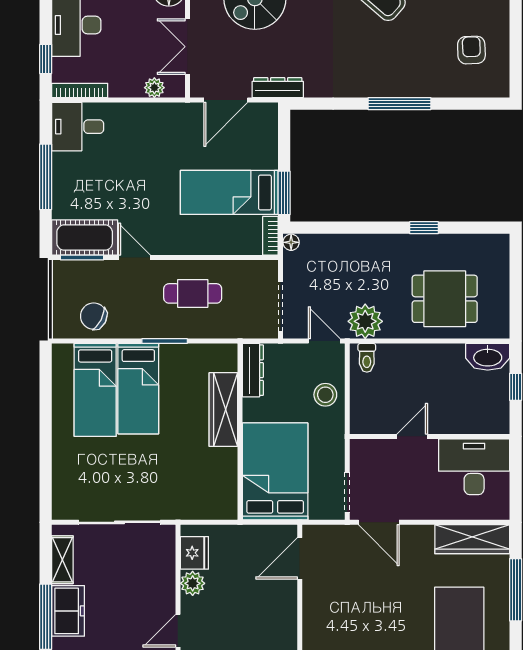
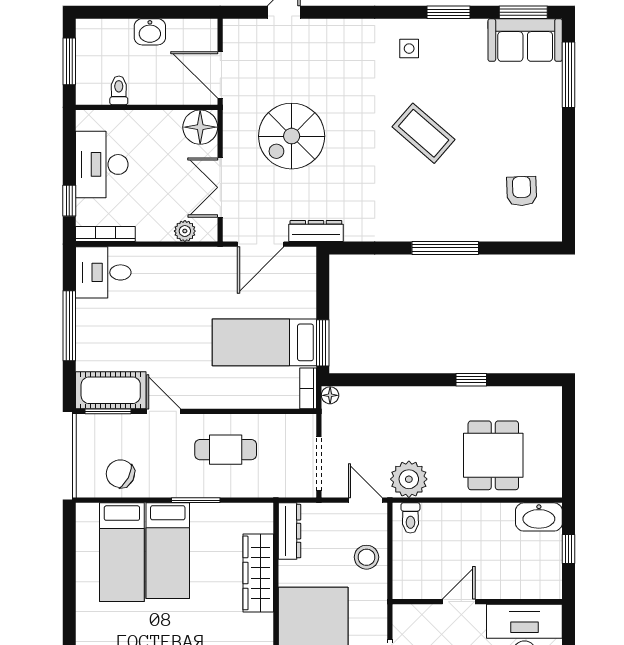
dining table: (445, 299) -> (493, 455), turned 90

